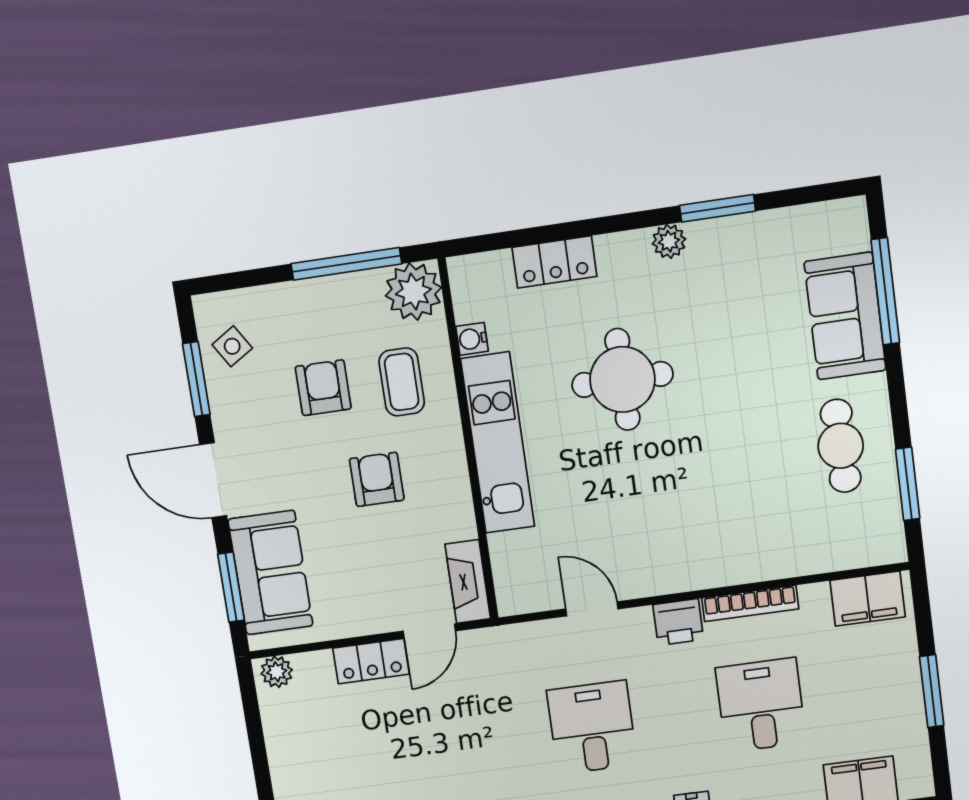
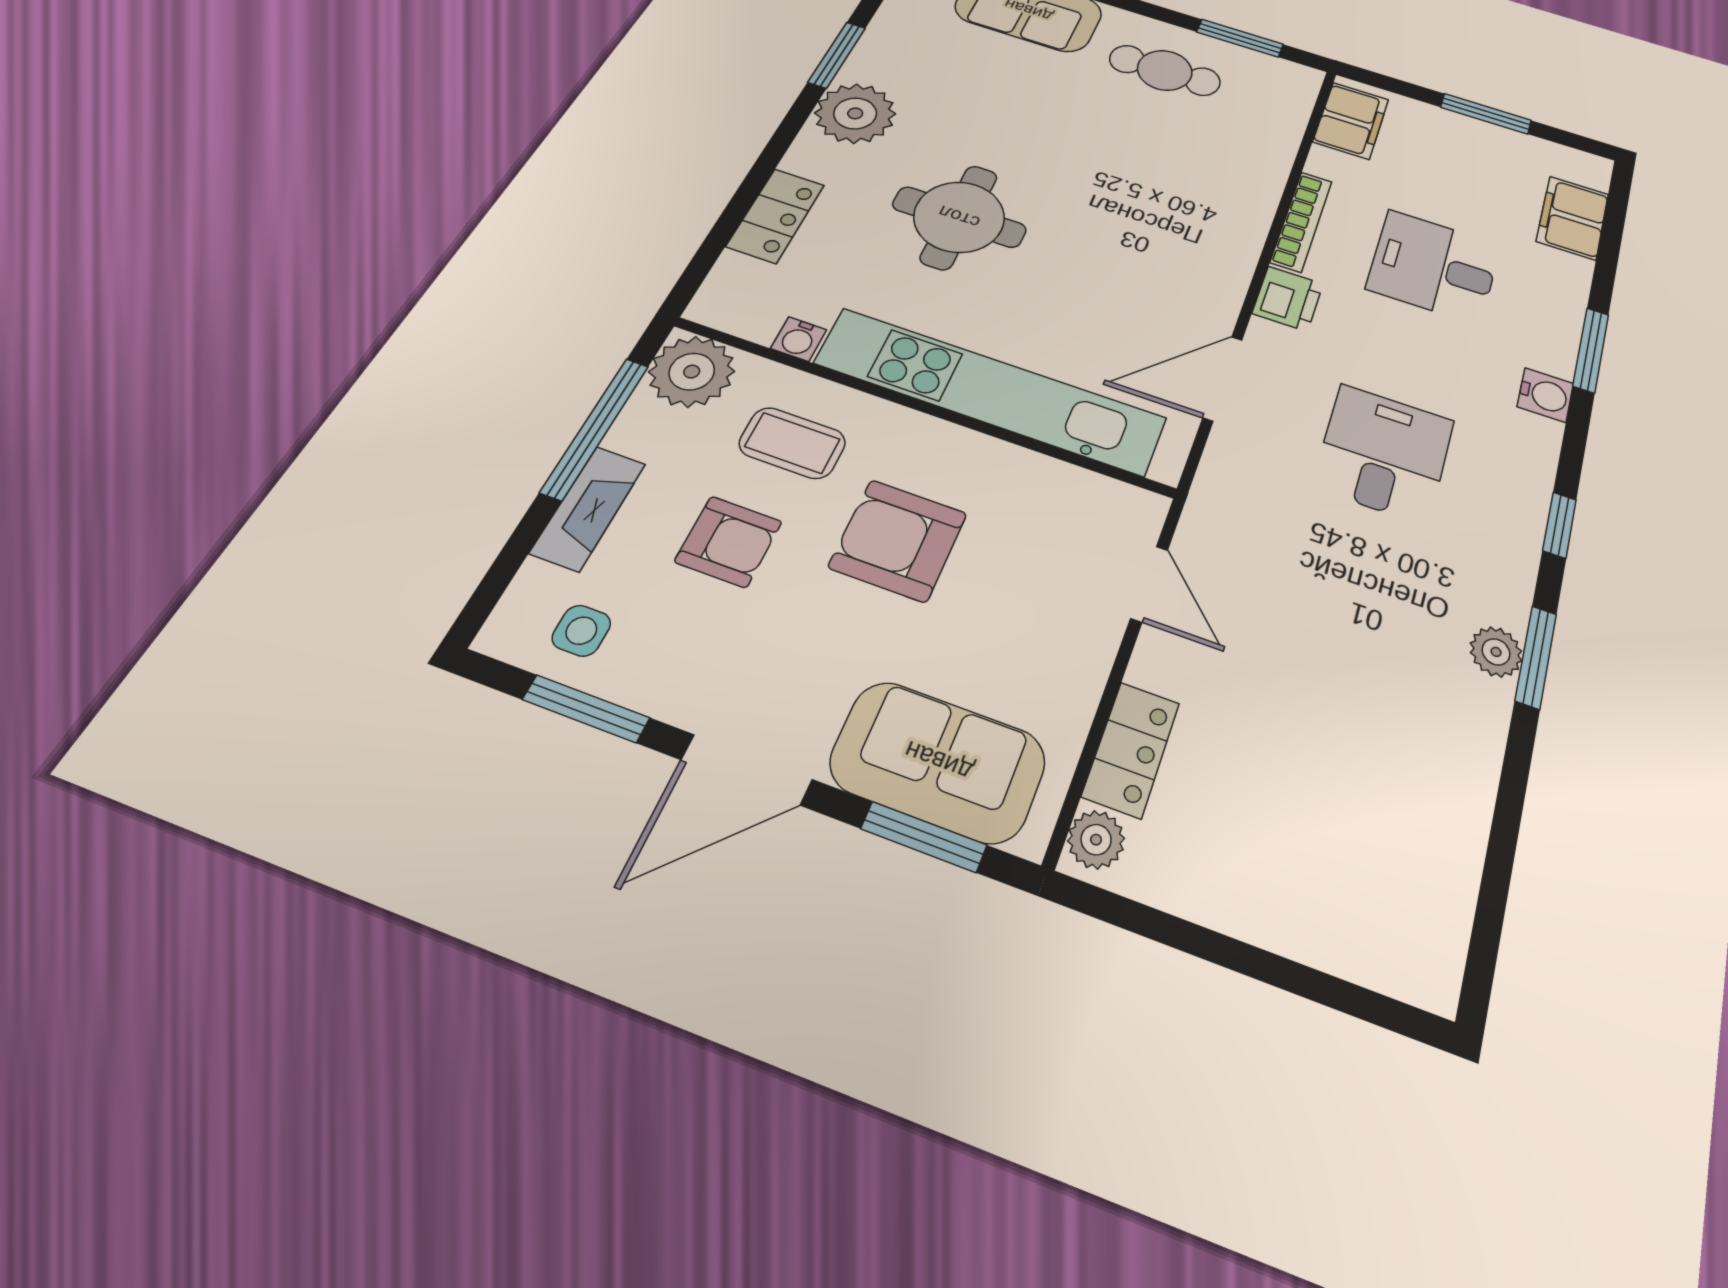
plant: (669, 241) -> (855, 113), width x1.87, depth x1.87
side table: (232, 346) -> (581, 631), turned 32
armchair: (323, 388) -> (728, 542), turned 180
kitchen unit: (498, 443) -> (990, 391), width x1.36
armchair: (377, 479) -> (898, 540), width x1.38, depth x1.38
fireplace: (468, 581) -> (588, 508), moved, turned -90
door: (592, 609) -> (1223, 378), width x1.38
locker: (371, 661) -> (1131, 749), moved
desk: (592, 727) -> (1384, 453), turned 90

